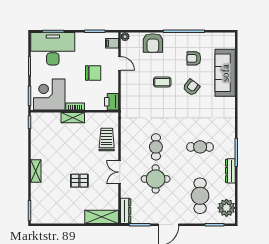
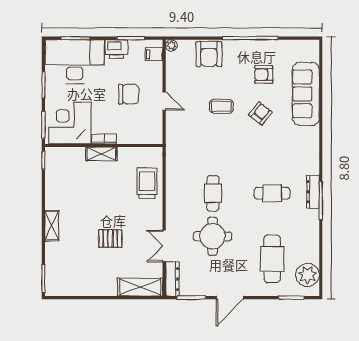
door: (120, 63) -> (164, 101), moved
printer: (112, 102) -> (116, 49), moved, turned -90
dresser: (230, 171) -> (313, 192), moved
double door: (120, 172) -> (164, 246), moved

